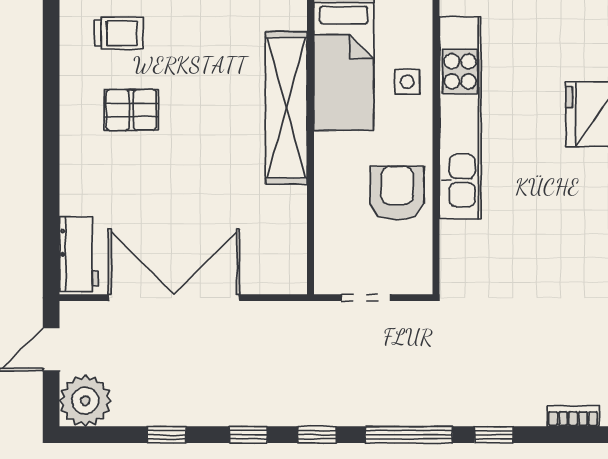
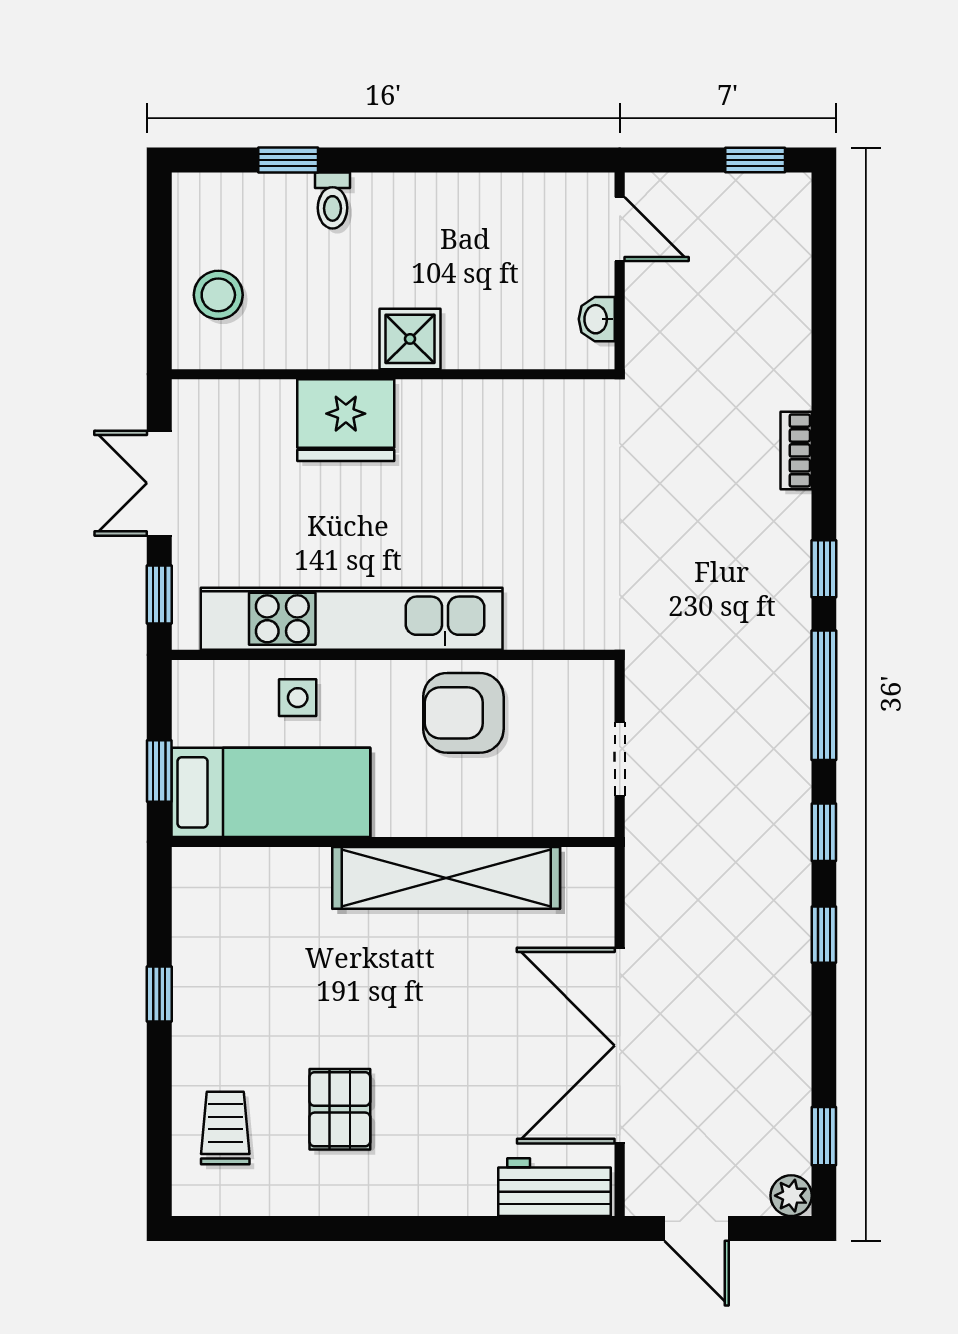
shelving: (286, 108) -> (446, 878), moved
plant: (85, 401) -> (791, 1196), width x0.53, depth x0.53
window: (166, 435) -> (824, 1136), moved

